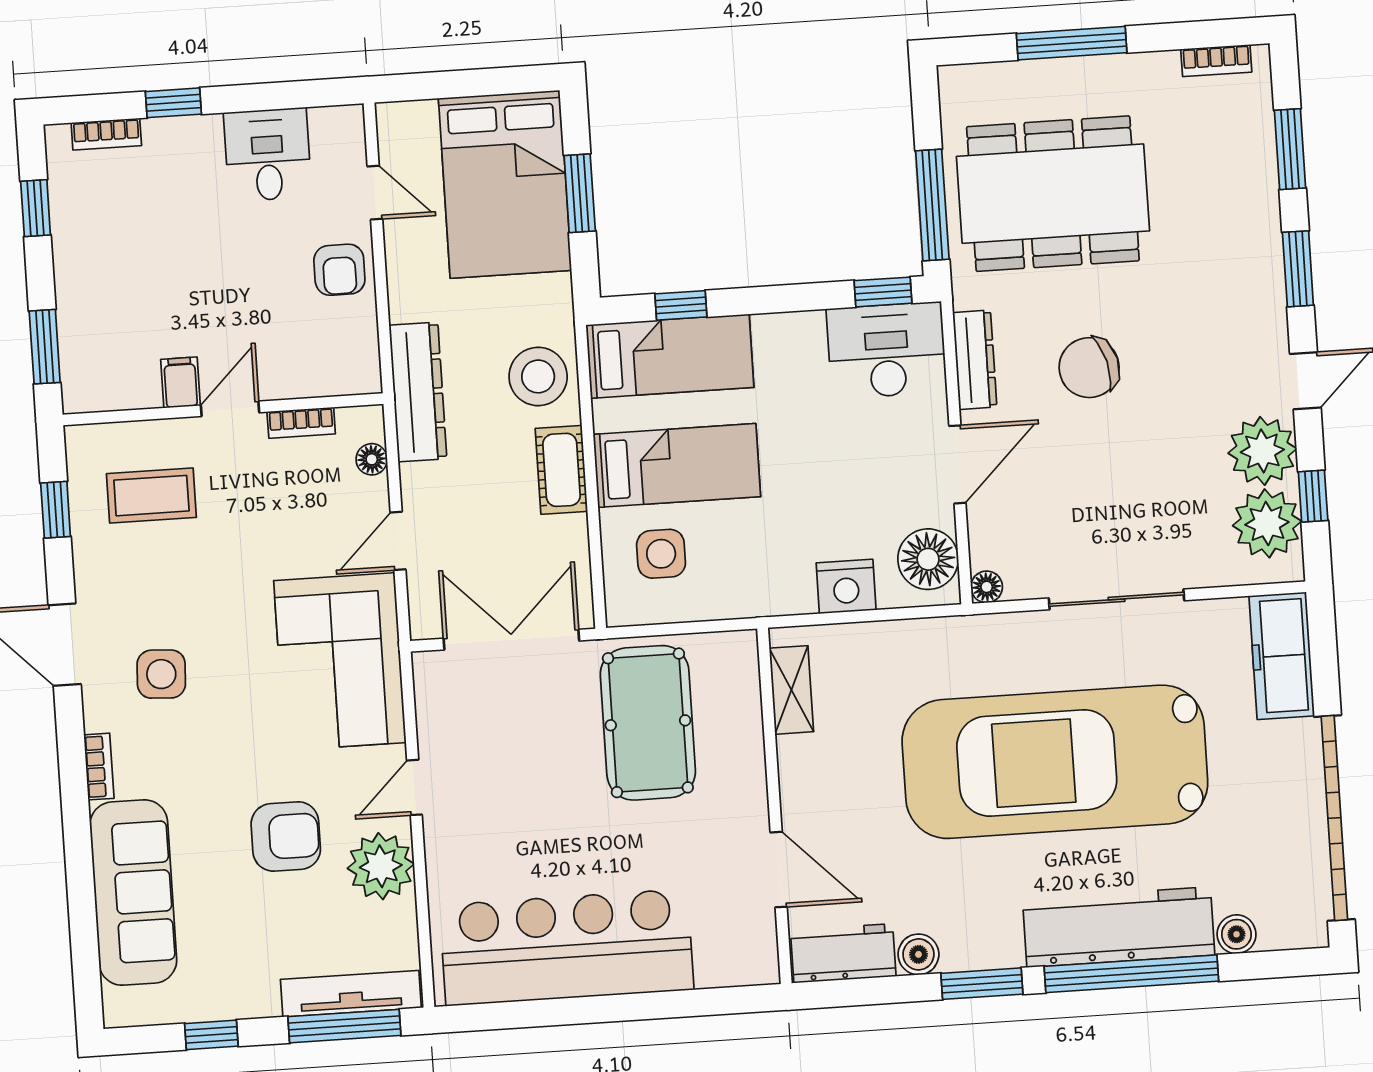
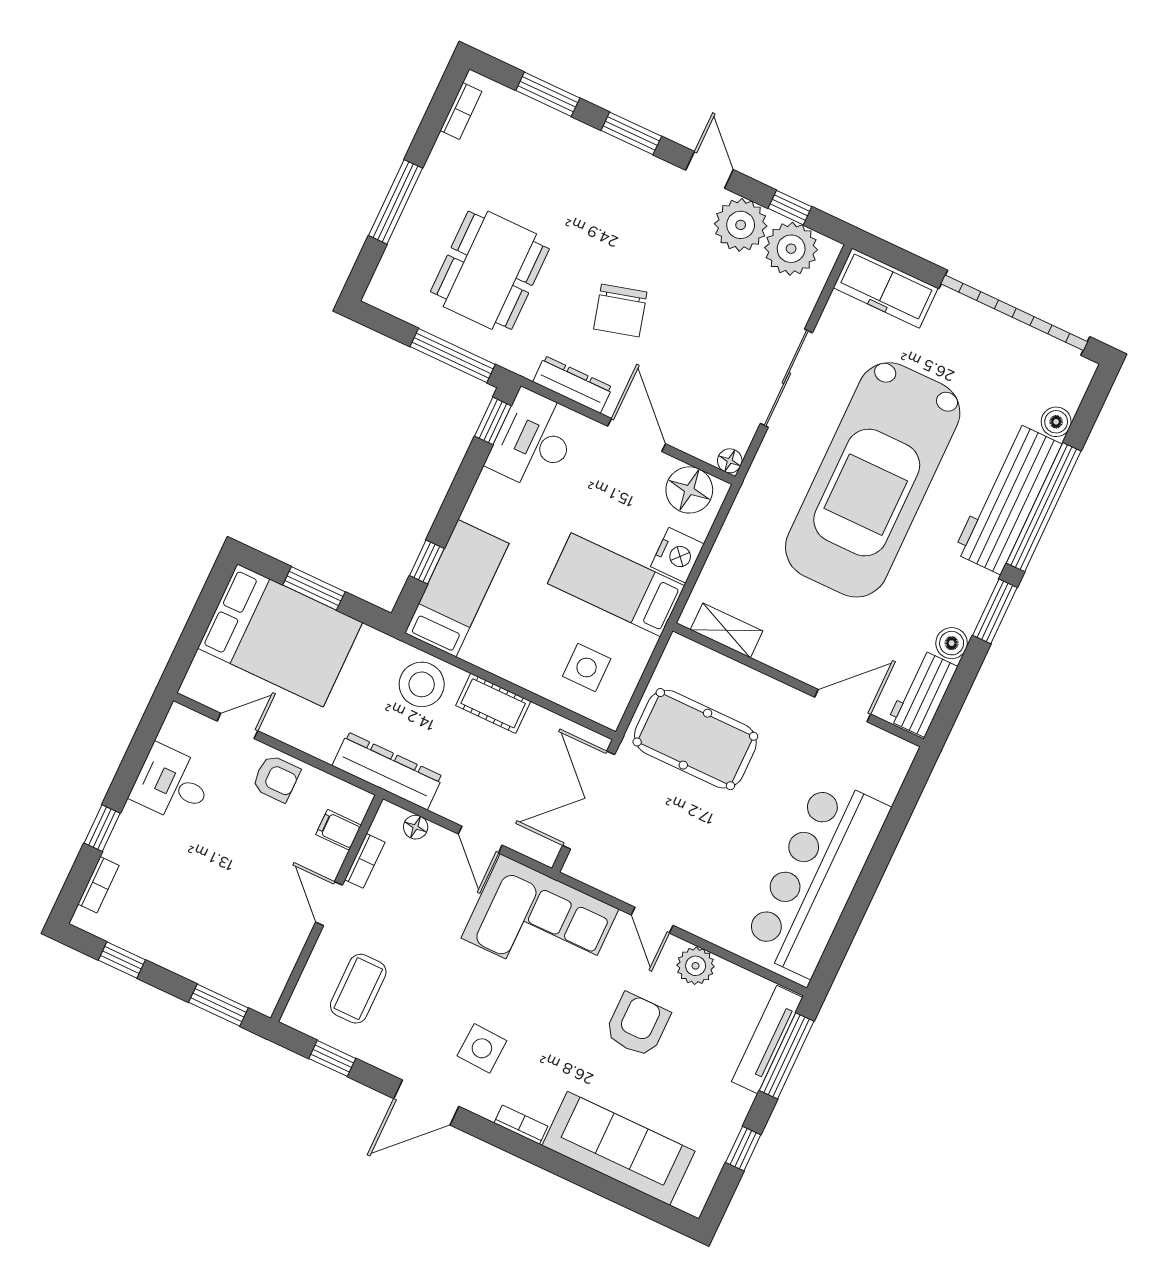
dining table: (1053, 194) -> (490, 270), width x0.73, depth x0.80
filing cabinet: (181, 382) -> (338, 830), moved
bed: (677, 465) -> (616, 585), moved, turned -90
plant: (381, 866) -> (696, 966), width x0.73, depth x0.73

